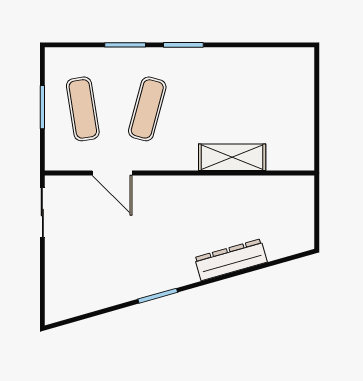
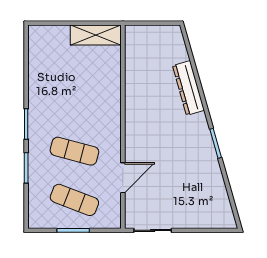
exercise mat: (83, 109) -> (74, 200), turned 30
shelving: (232, 157) -> (96, 35), moved, turned 90

